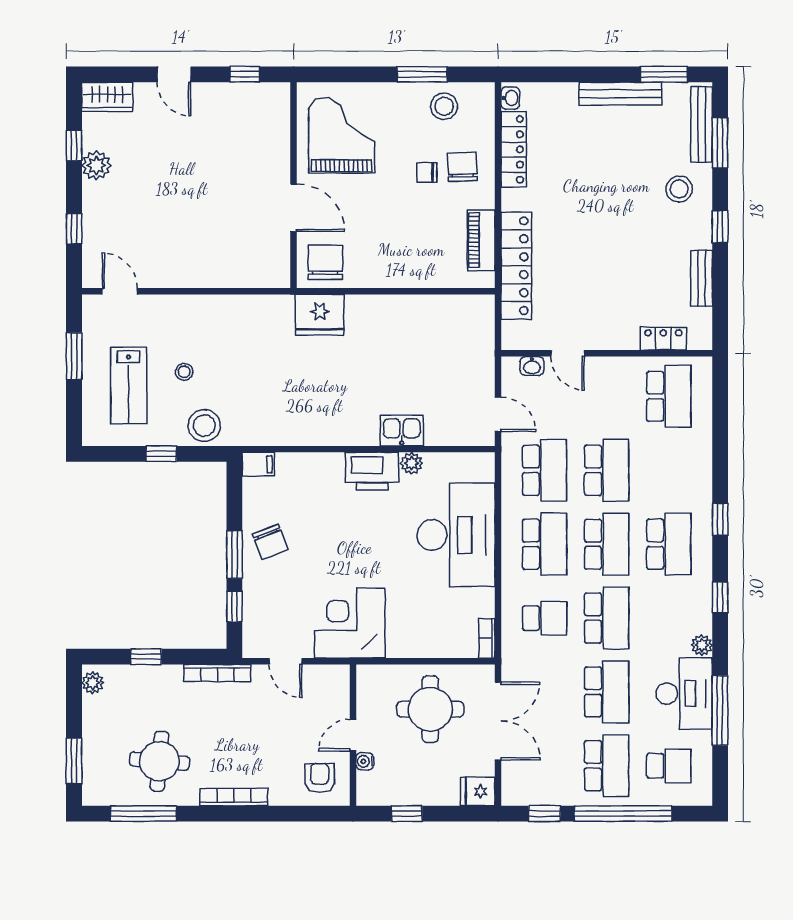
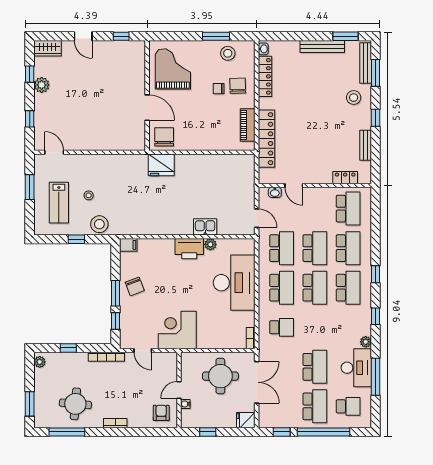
school desk: (607, 618) -> (348, 248), moved
bookcase: (234, 797) -> (115, 423), width x0.64

